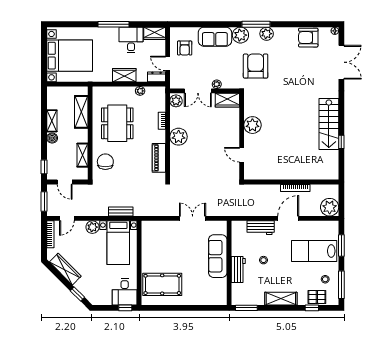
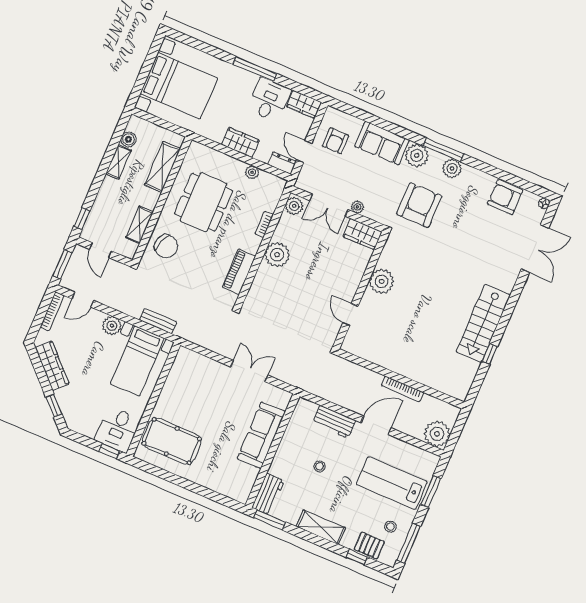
boiler: (52, 138) -> (128, 139), moved
chair: (105, 162) -> (166, 246), turned 109
workbench: (238, 270) -> (268, 494), moved

